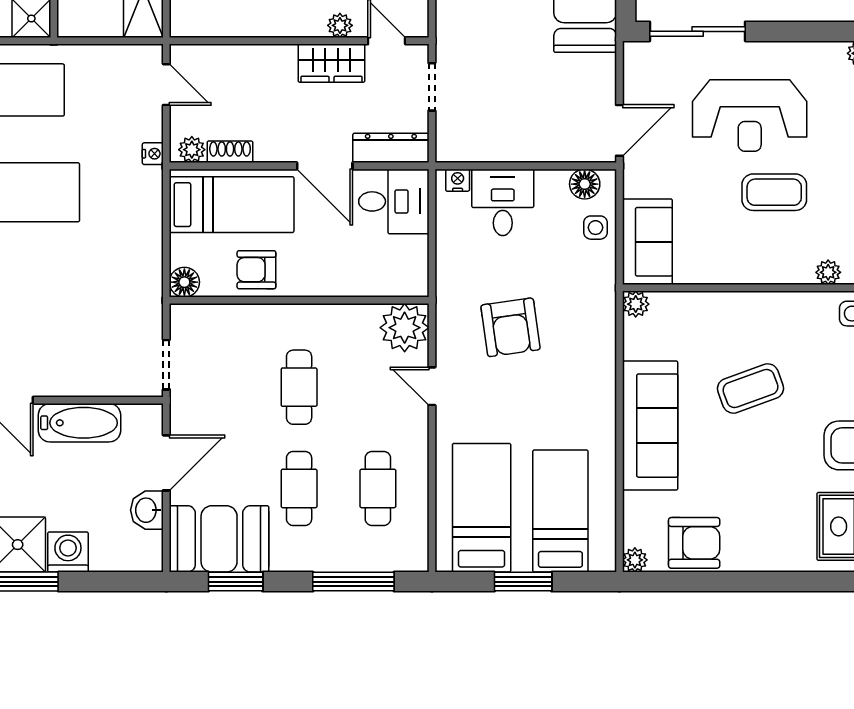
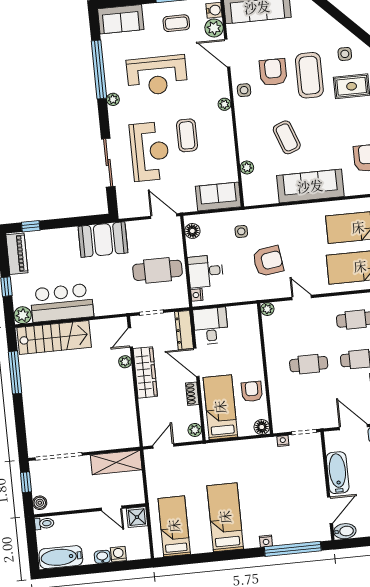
sliding door: (698, 31) -> (108, 163), moved
wardrobe: (332, 63) -> (145, 372), width x1.50
cafe table: (514, 108) -> (158, 270), added
shoe rack: (230, 152) -> (192, 394), moved
nightstand: (153, 154) -> (283, 441), moved
door: (325, 166) -> (196, 362), swing flipped
side table: (596, 228) -> (241, 231), moved
armchair: (256, 270) -> (252, 391), turned 180
plant: (636, 304) -> (247, 167), moved
plant: (405, 328) -> (267, 309), width x0.53, depth x0.53
door: (432, 386) -> (302, 297), swing flipped

